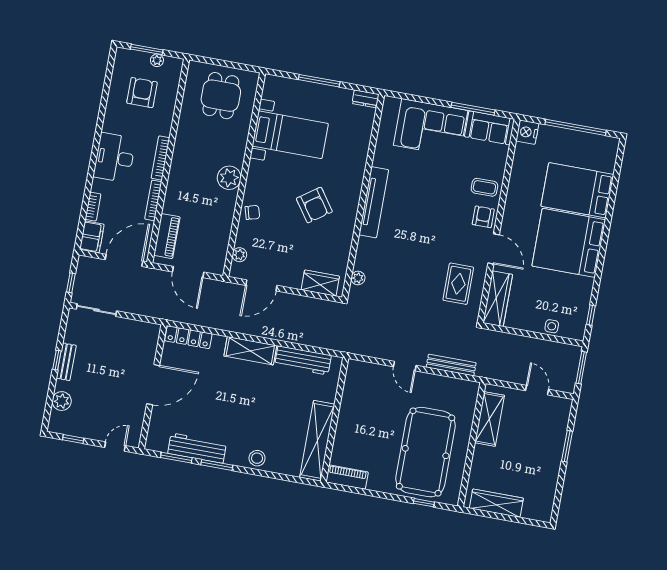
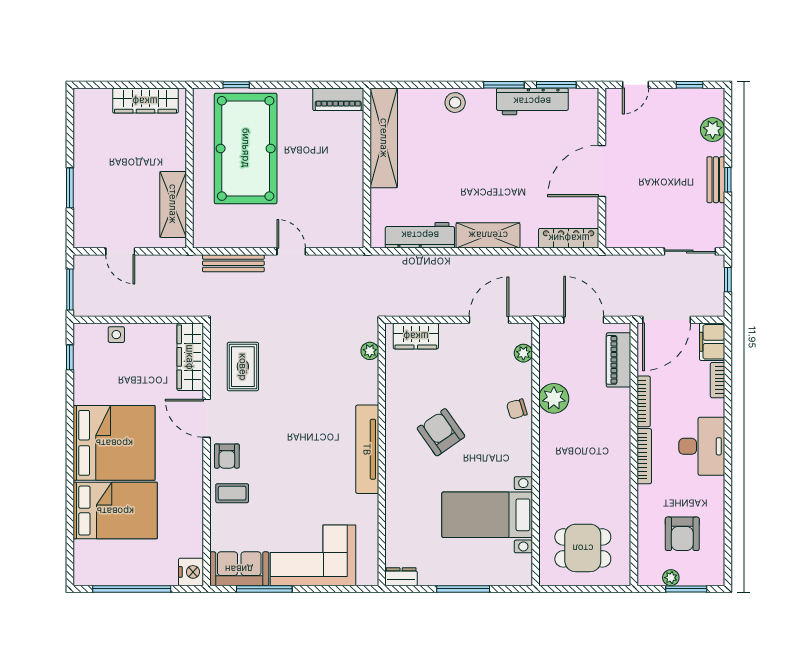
dining table: (221, 96) -> (583, 548), turned 90
plant: (229, 178) -> (554, 398), moved

